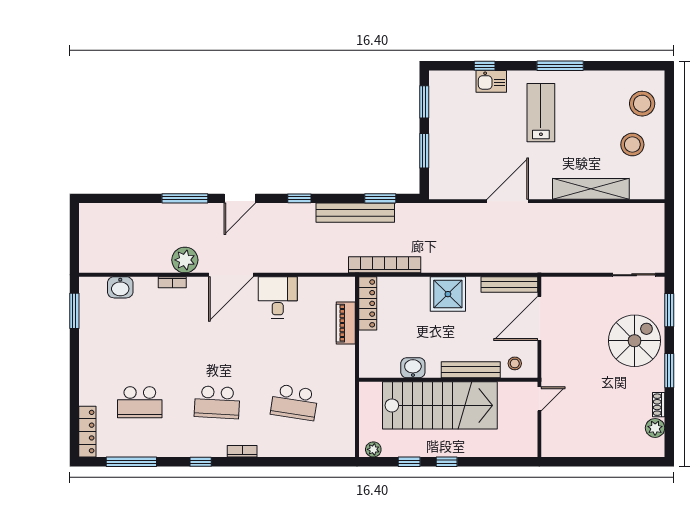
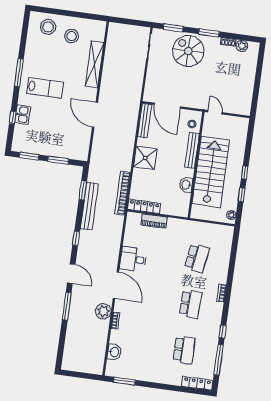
lab bench: (541, 113) -> (45, 88), turned 180
window: (201, 462) -> (223, 332), moved

